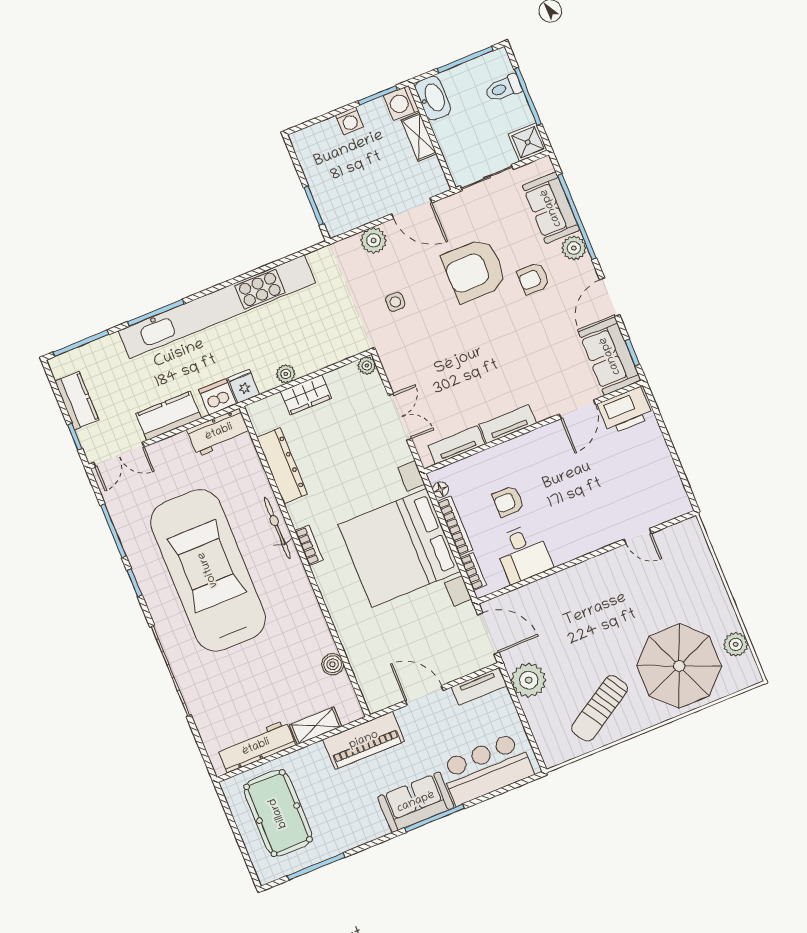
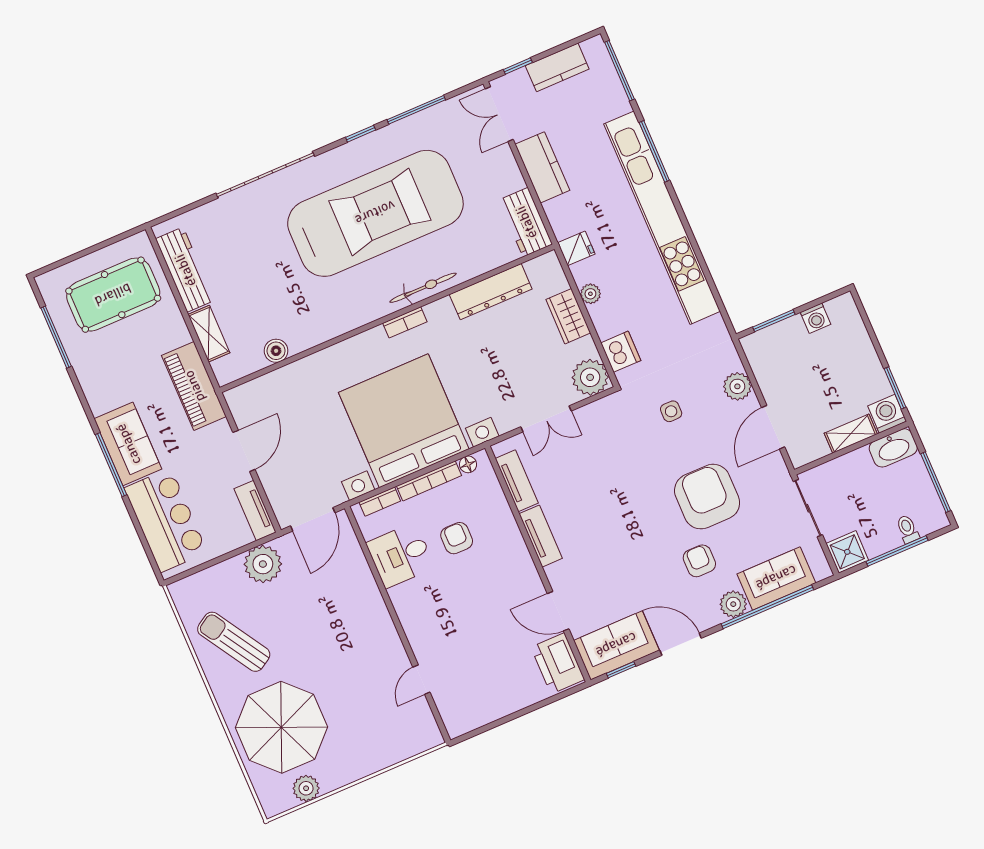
toilet: (503, 88) -> (908, 529), width x0.73, depth x0.72
washing machine: (350, 121) -> (816, 318), moved, turned -90
plant: (367, 366) -> (590, 377), width x1.88, depth x1.88
dishwasher: (217, 397) -> (621, 352), moved

